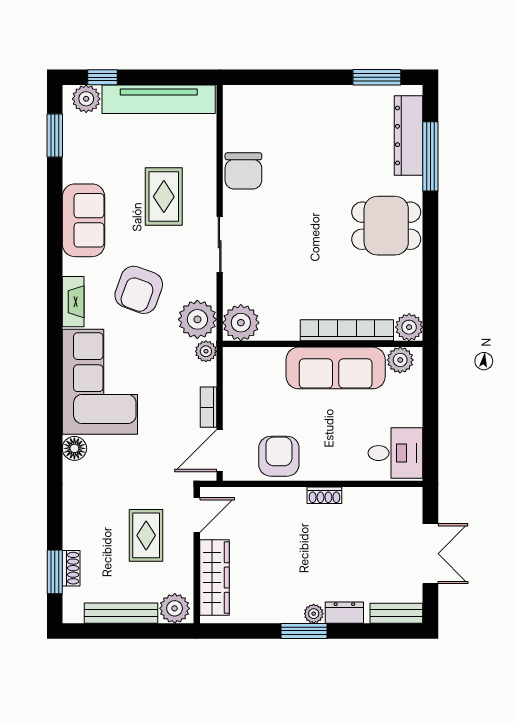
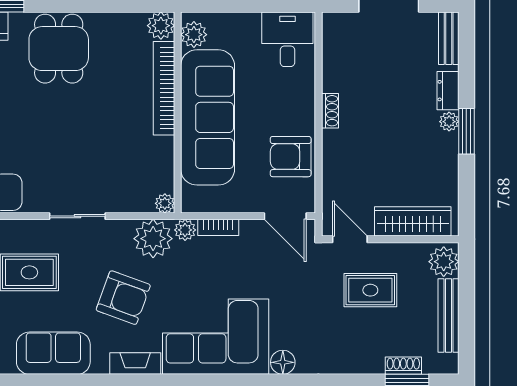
plant: (241, 323) -> (165, 203), width x0.53, depth x0.53
sofa: (336, 368) -> (208, 117), width x1.36, depth x1.27
bookcase: (209, 407) -> (218, 227), moved

